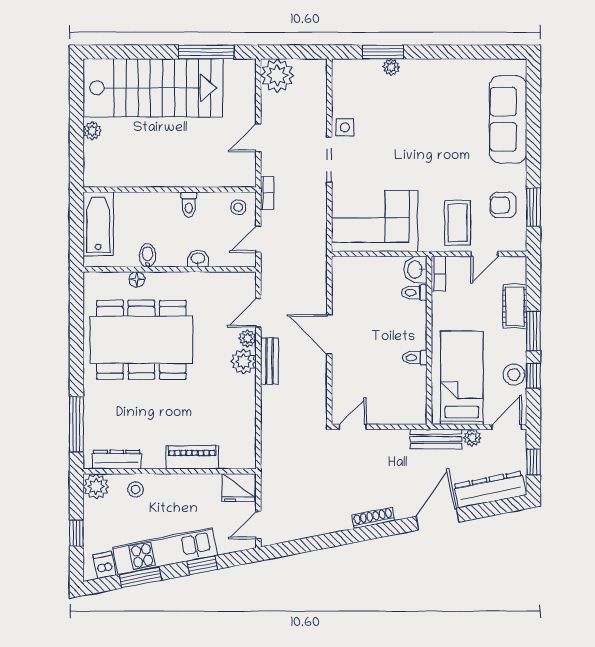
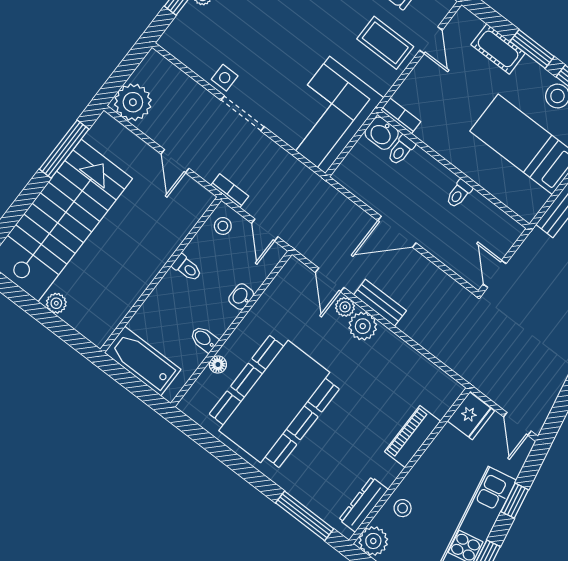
washbasin: (416, 270) -> (382, 133), moved
bookcase: (438, 274) -> (401, 116), moved
toilet: (414, 293) -> (401, 150), moved
wall: (429, 340) -> (453, 169), moved
toilet: (415, 358) -> (459, 194), moved

